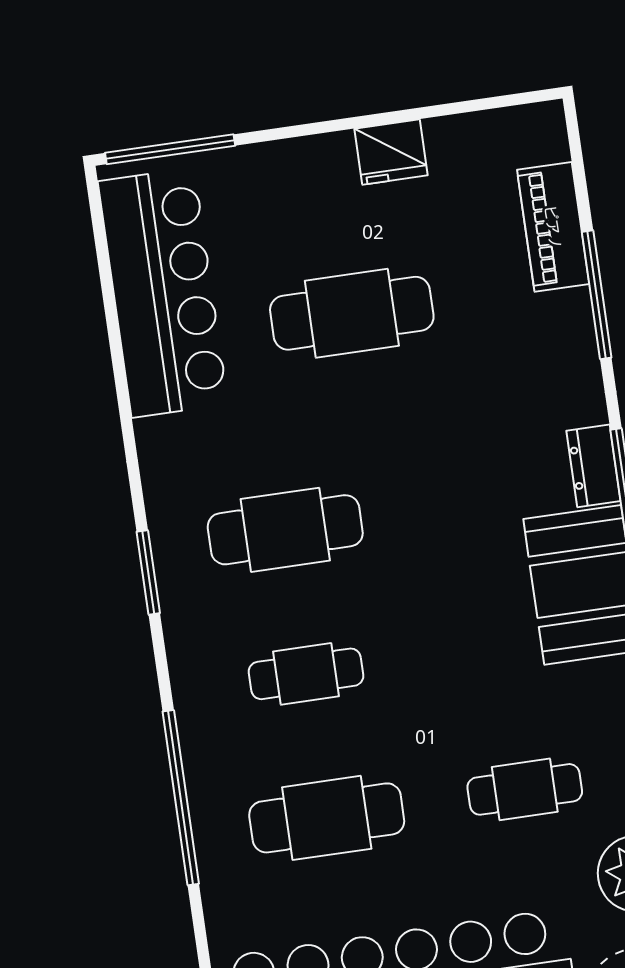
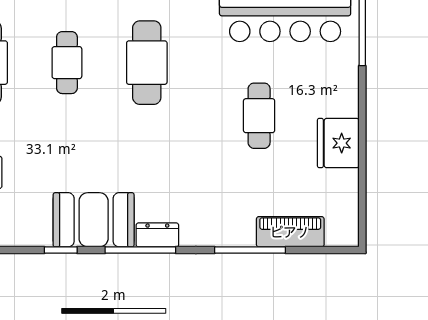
fridge: (391, 152) -> (338, 143), width x1.36, depth x1.34
cafe table: (352, 313) -> (259, 116), width x0.73, depth x0.74

